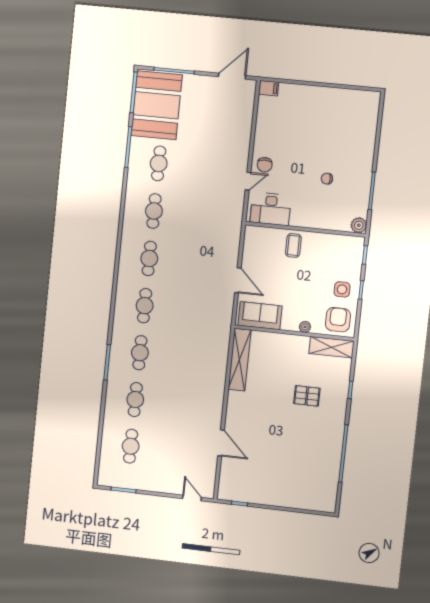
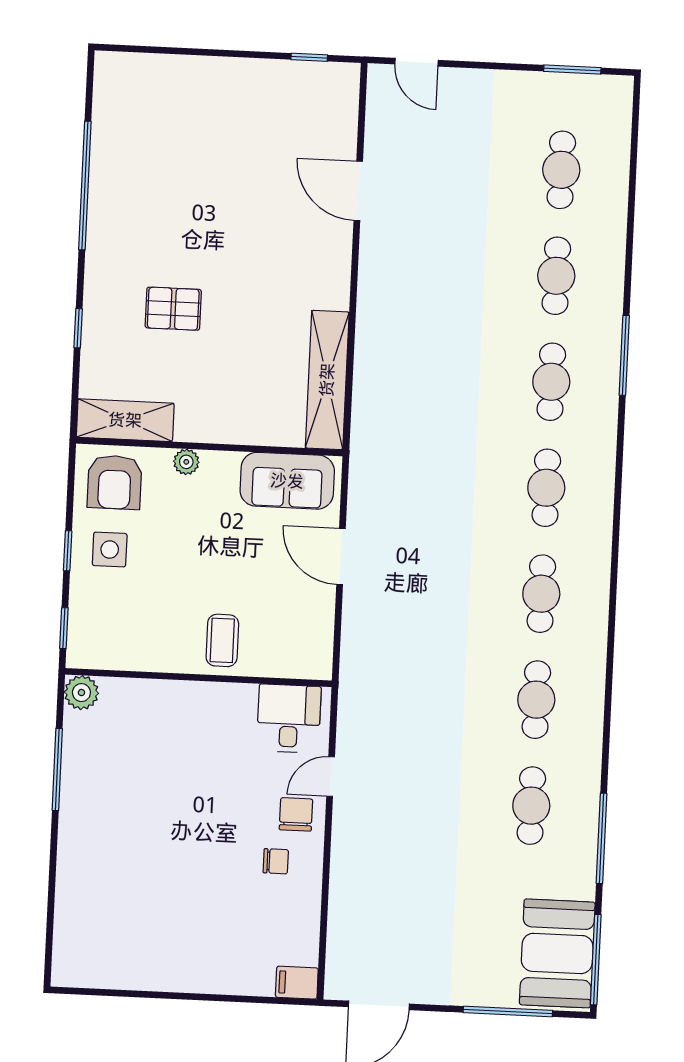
booth: (156, 105) -> (557, 953), width x0.73, depth x0.70
chair: (327, 179) -> (276, 861), moved
desk: (271, 209) -> (289, 719), width x0.73

